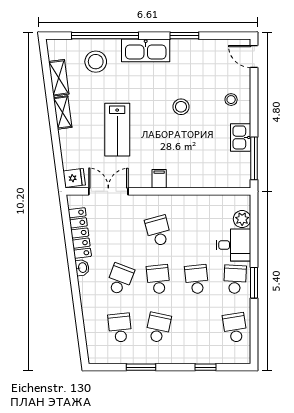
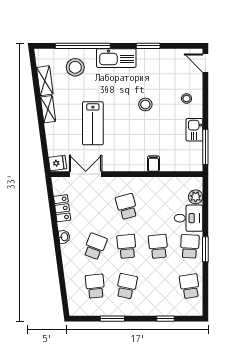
filing cabinet: (159, 179) -> (153, 164), moved
locker: (80, 233) -> (62, 208), width x0.66

